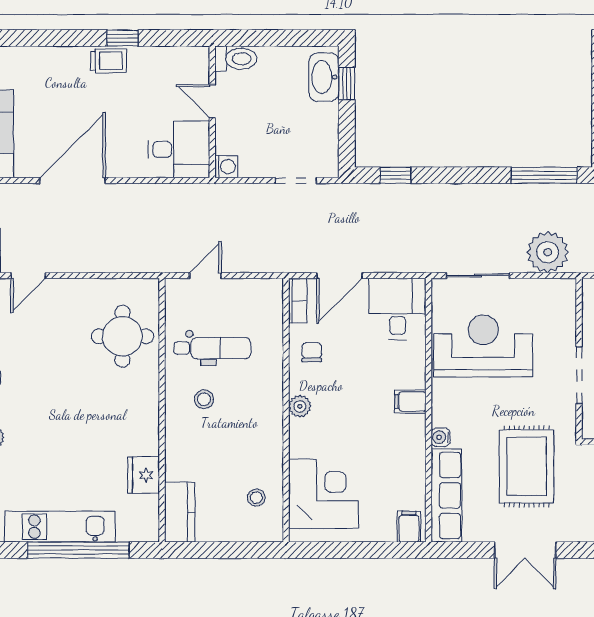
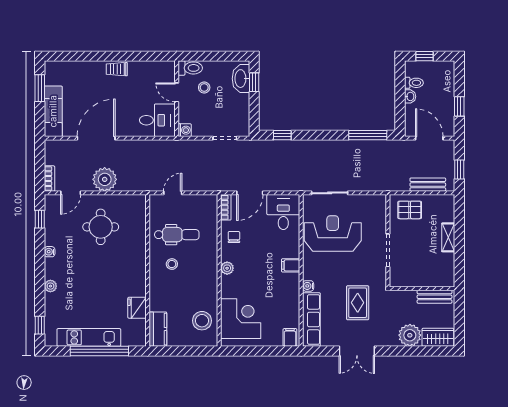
window: (122, 38) -> (125, 56), removed
trolley: (108, 61) -> (117, 69), turned 180
stool: (260, 93) -> (204, 88), added
plant: (548, 252) -> (105, 179), moved
round table: (122, 336) -> (101, 227), moved
rug: (527, 466) -> (358, 303), width x0.73, depth x0.70
stool: (256, 498) -> (202, 321), width x1.89, depth x1.89

